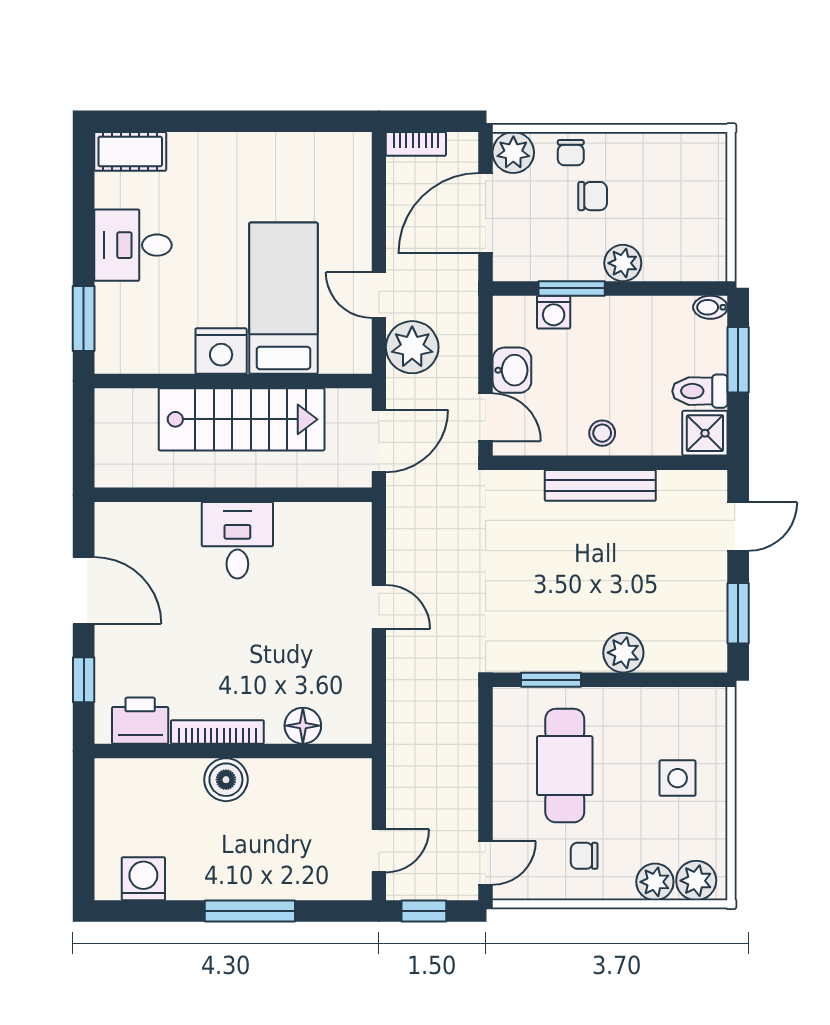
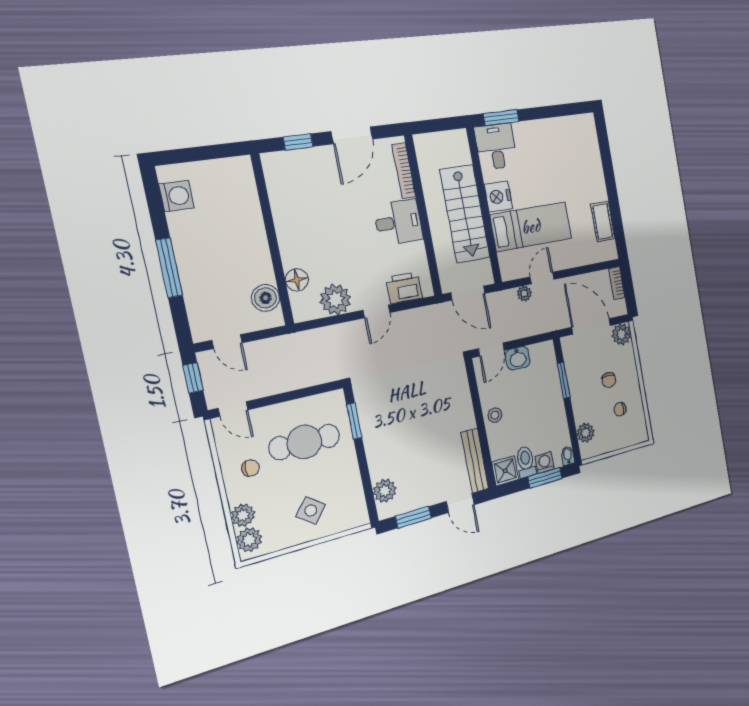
cot: (130, 151) -> (603, 222), moved
chair: (571, 153) -> (620, 409), moved
desk: (133, 245) -> (496, 146), moved
plant: (623, 263) -> (586, 433), moved
washing machine: (554, 312) -> (545, 463), moved, turned 90
plant: (412, 347) -> (524, 294), width x0.53, depth x0.53
bench: (600, 485) -> (475, 461), moved
plant: (623, 653) -> (385, 491), moved
plant: (346, 671) -> (335, 299), added
printer: (140, 721) -> (404, 288), moved, turned -90
bookcase: (217, 732) -> (404, 171), moved, turned 180
side table: (678, 778) -> (311, 510), turned 37
boiler: (226, 780) -> (266, 298), moved
chair: (584, 856) -> (250, 468), turned 90

